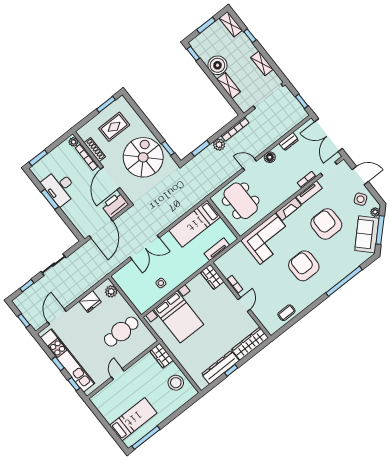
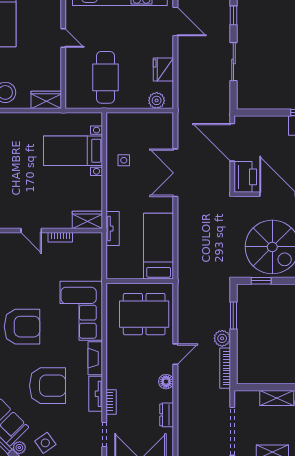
tv unit: (217, 249) -> (113, 228), moved
bed with nightstands: (179, 317) -> (73, 151), width x0.73

